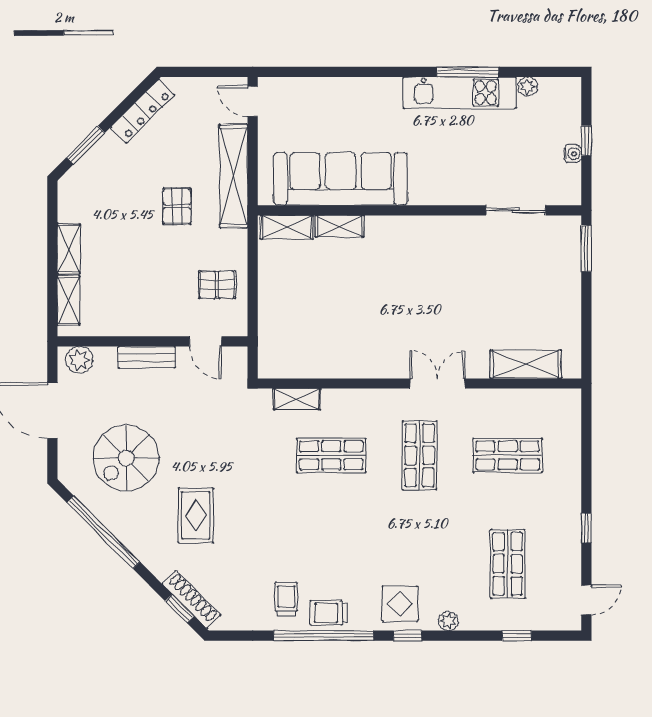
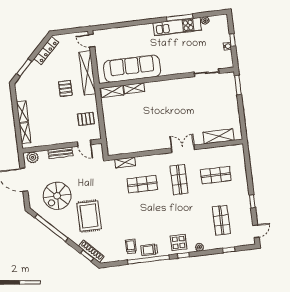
rug: (196, 515) -> (89, 216), width x1.36, depth x1.43

